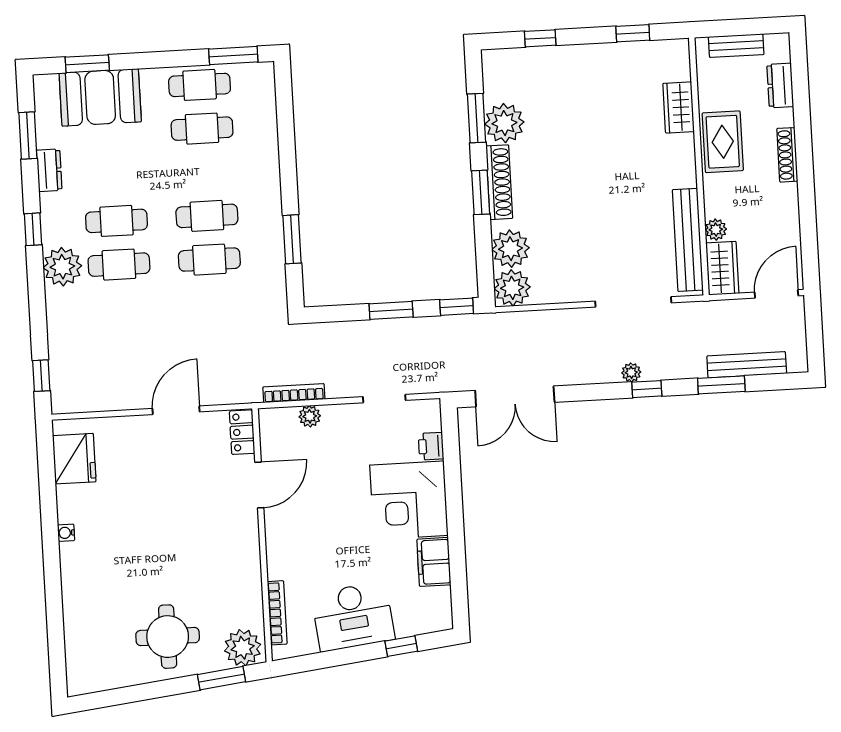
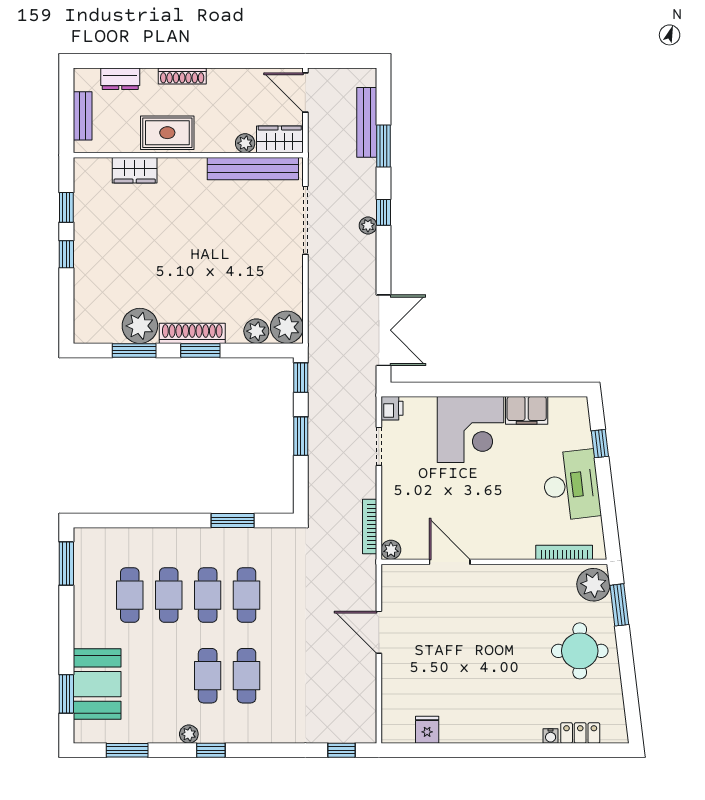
window: (540, 38) -> (66, 254), moved
cafe table: (200, 85) -> (169, 595), moved
dresser: (49, 170) -> (159, 733), removed
plant: (511, 249) -> (256, 331), width x0.73, depth x0.73
plant: (62, 267) -> (189, 734), moved, width x0.53, depth x0.53
plant: (310, 416) -> (391, 550), moved
locker: (242, 432) -> (580, 733), moved, turned 180
printer: (431, 446) -> (392, 408), moved, turned -90
fridge: (74, 459) -> (427, 730), width x0.53, depth x0.75
water cooler: (66, 533) -> (551, 736), moved

